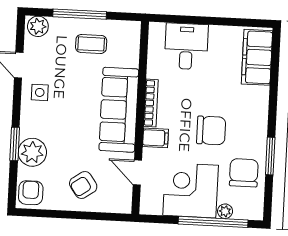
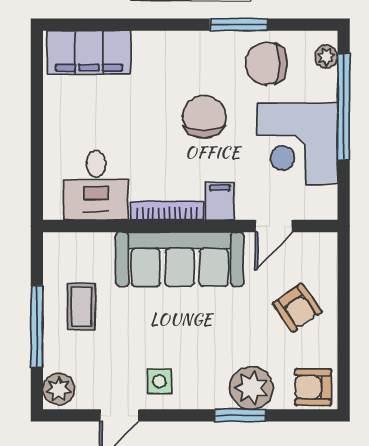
desk: (186, 46) -> (96, 185), moved, turned -90
plant: (225, 211) -> (326, 57), moved

